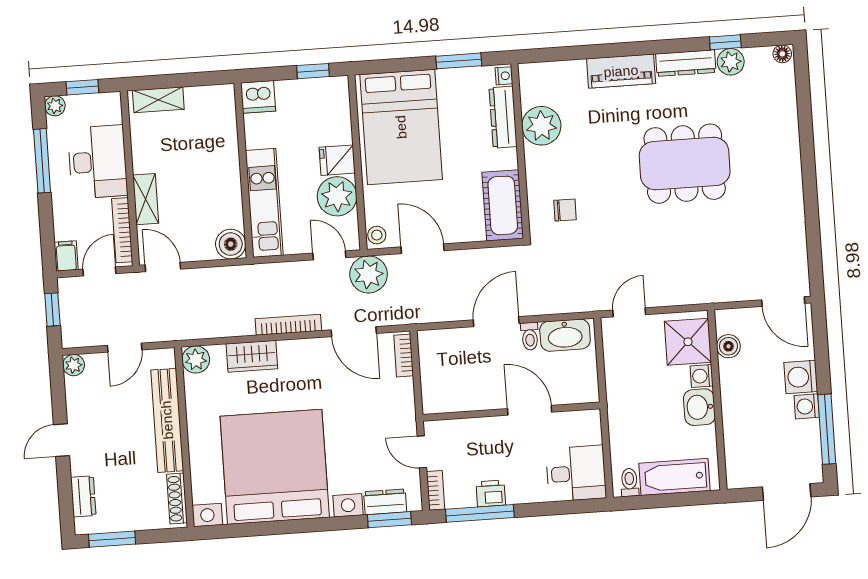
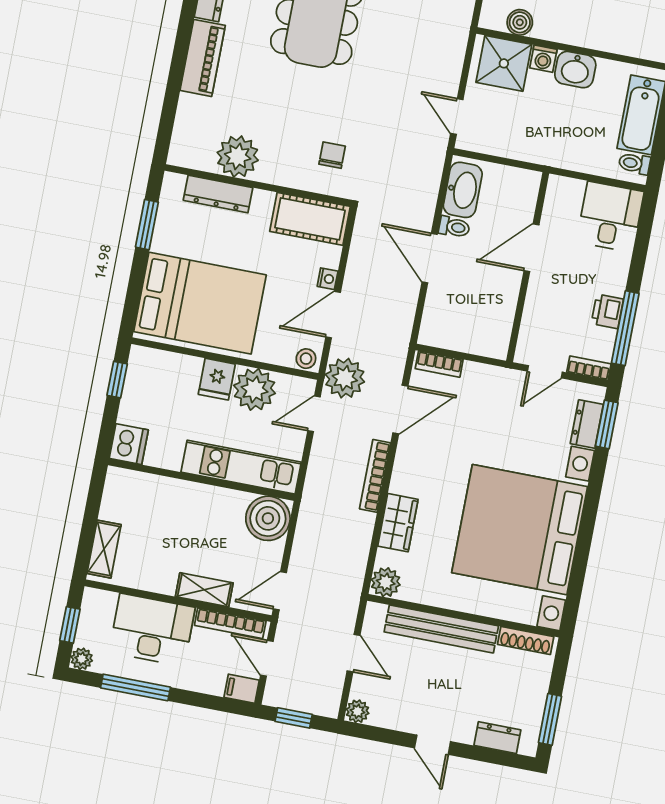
nightstand: (504, 76) -> (328, 279), moved, turned 90
boiler: (231, 244) -> (268, 518), width x1.37, depth x1.37

